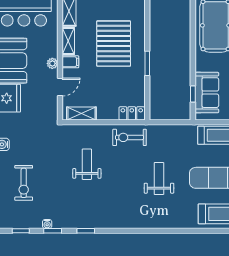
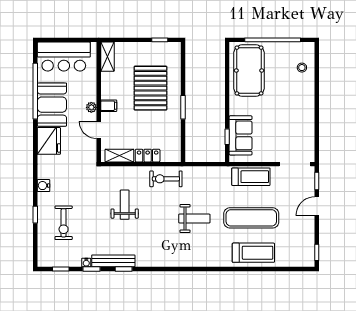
shelving: (68, 41) -> (107, 86), removed
door: (60, 87) -> (99, 130), swing flipped
locker: (132, 113) -> (148, 156), moved
weight bench: (159, 179) -> (194, 219), turned 90
bench: (75, 222) -> (113, 261), added

